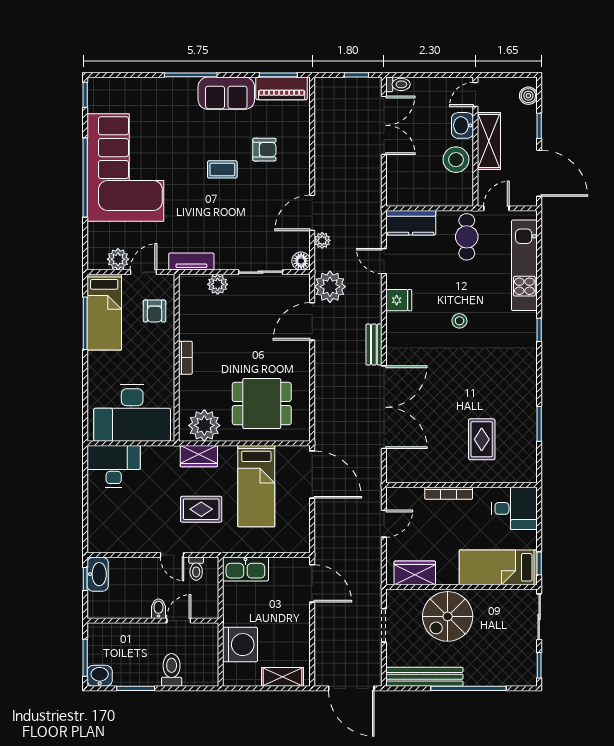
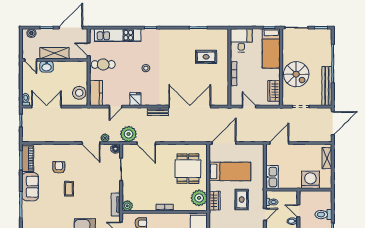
stool: (456, 160) -> (79, 93), moved
plant: (218, 284) -> (127, 206), moved

